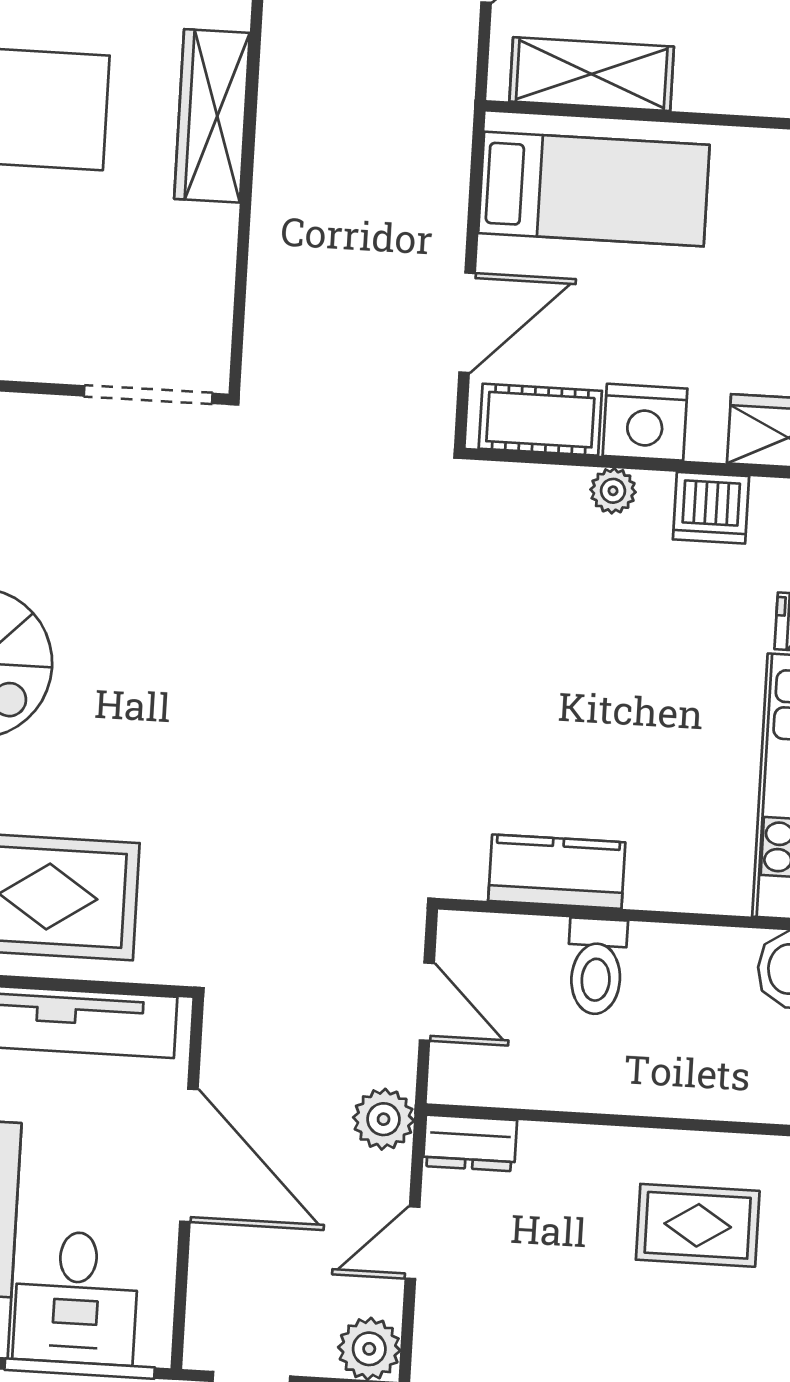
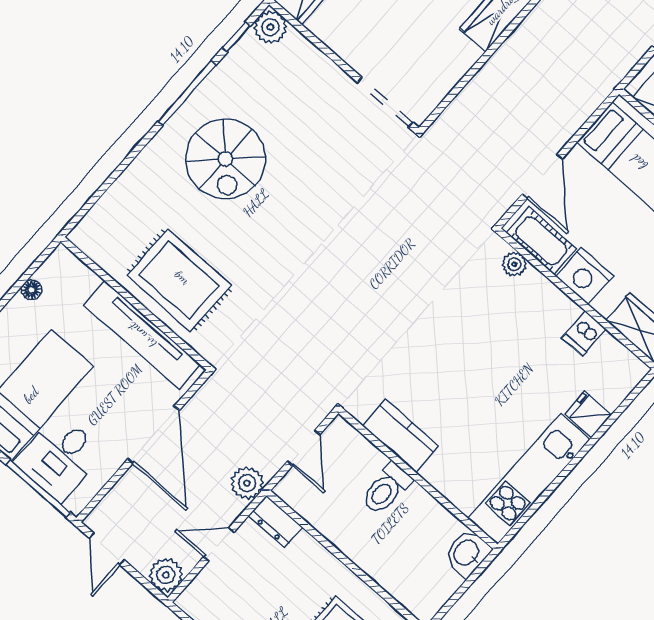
door: (467, 323) -> (542, 176), hinge flipped
plant: (613, 491) -> (514, 264), moved
dishwasher: (711, 508) -> (584, 334), width x0.73

